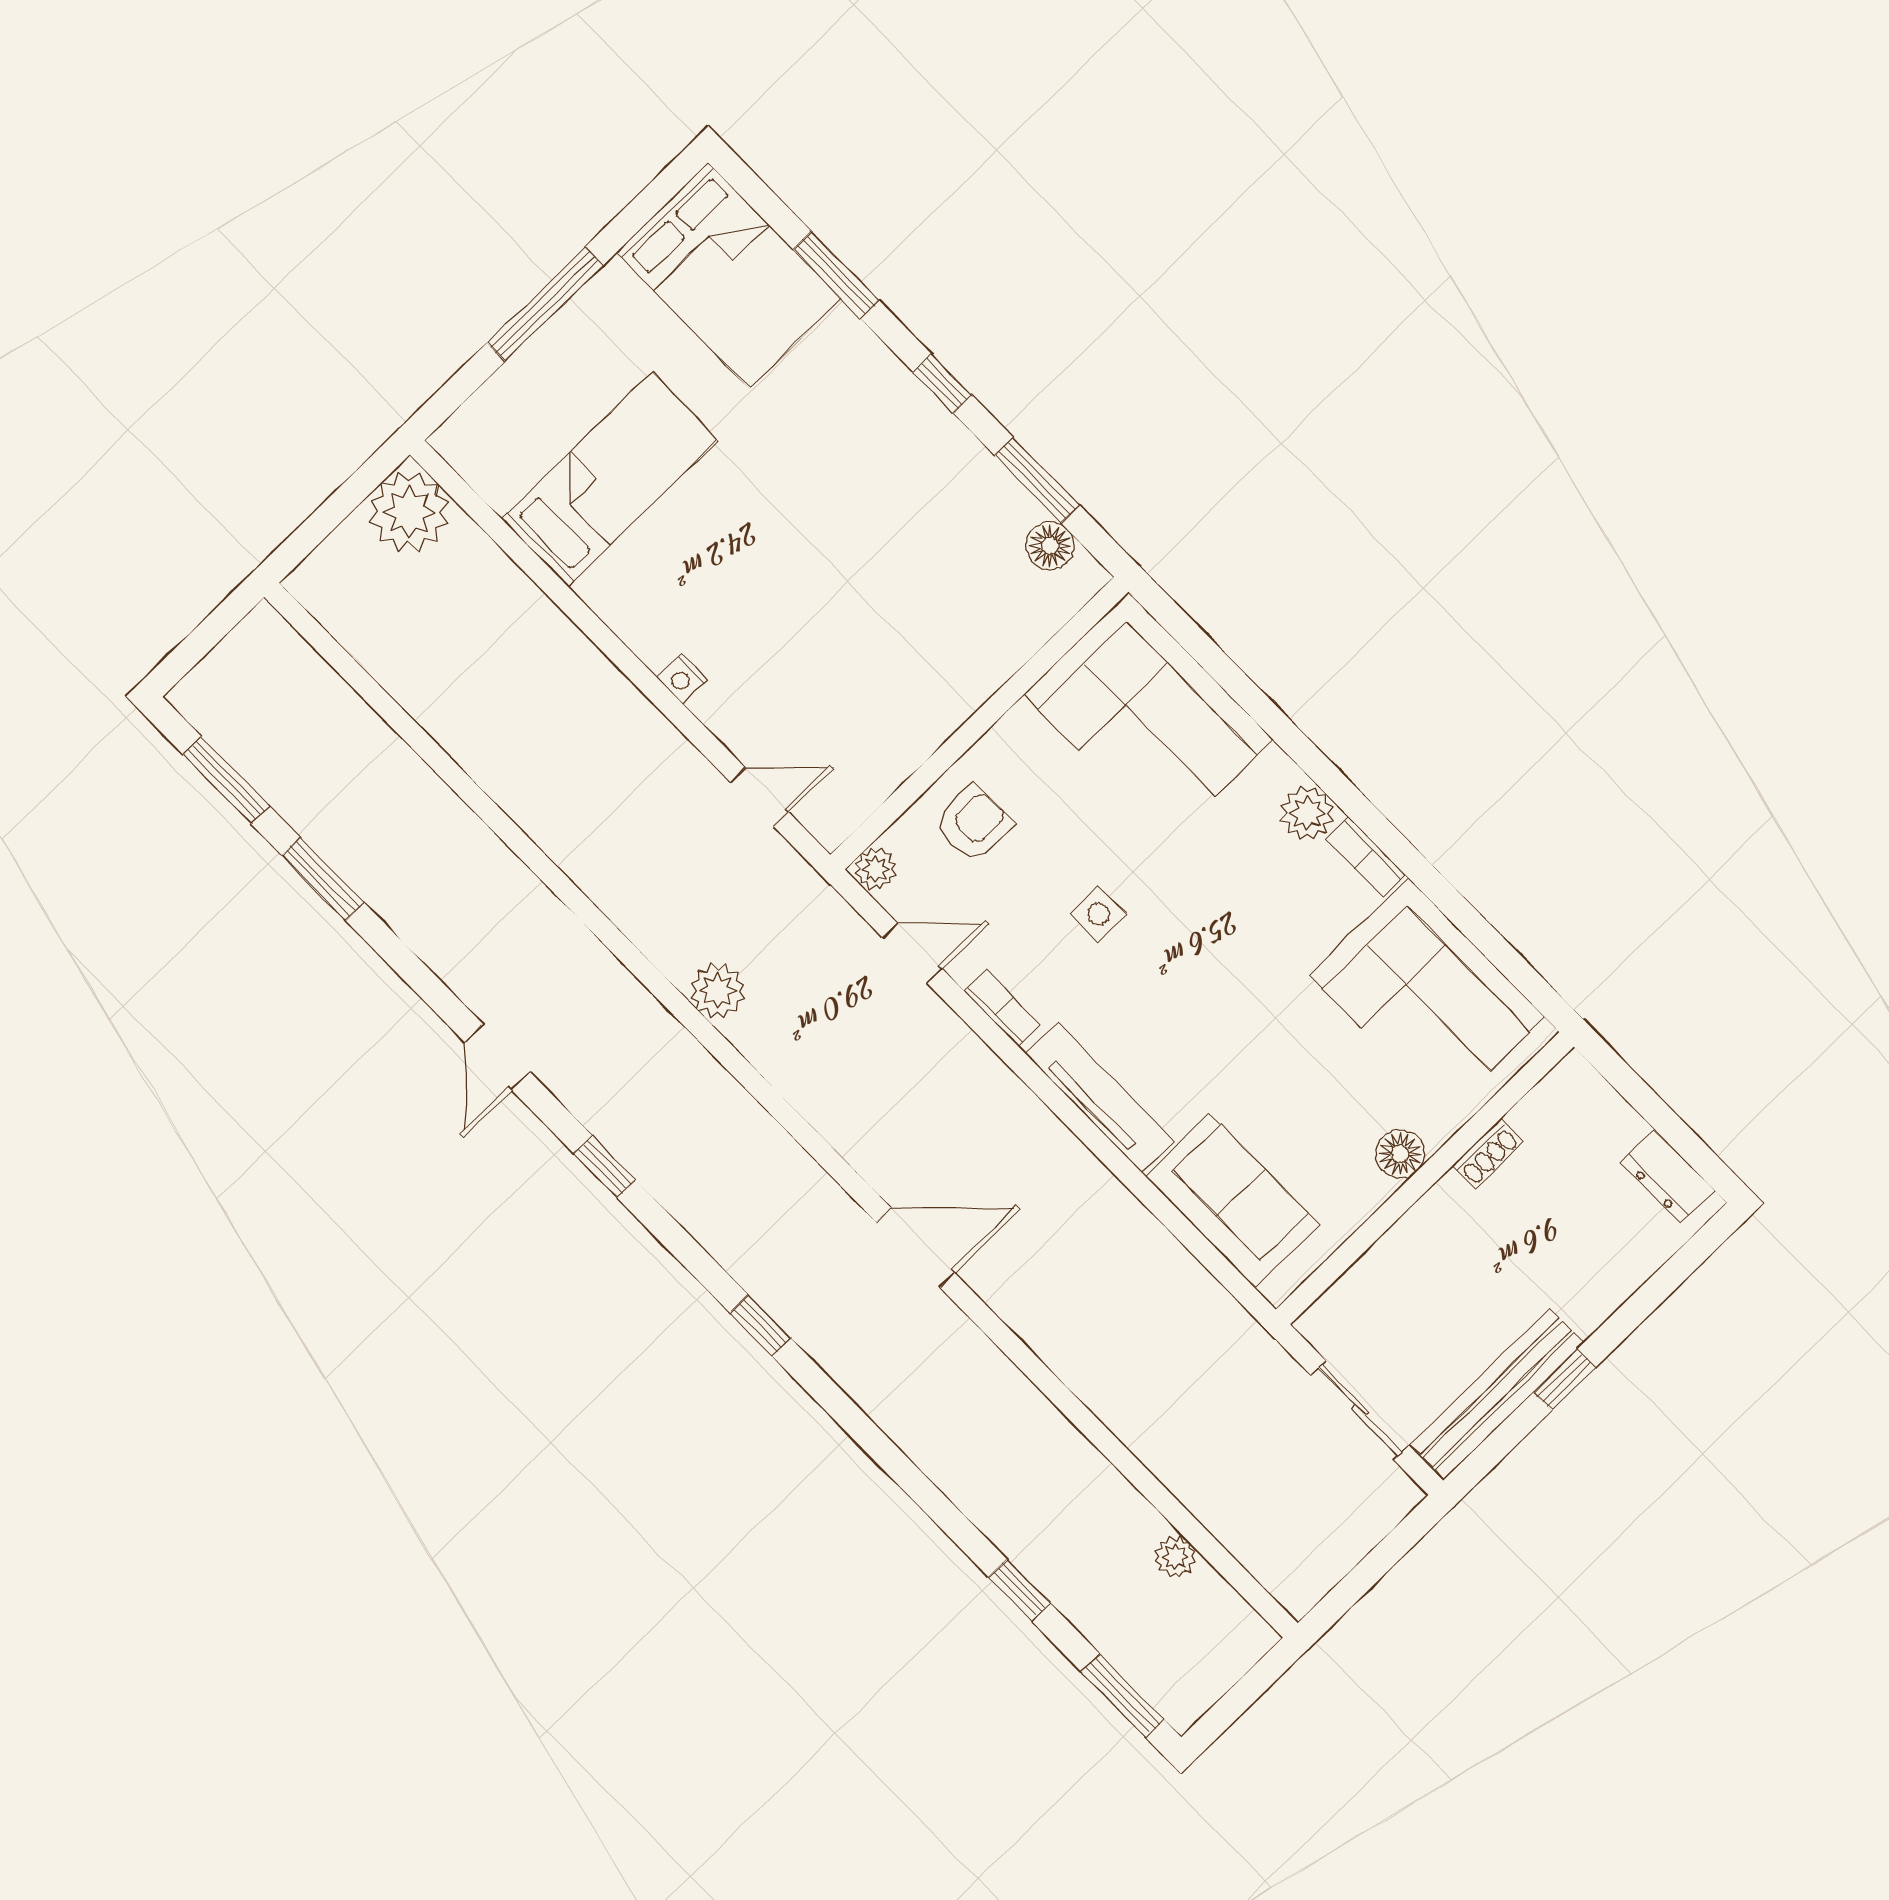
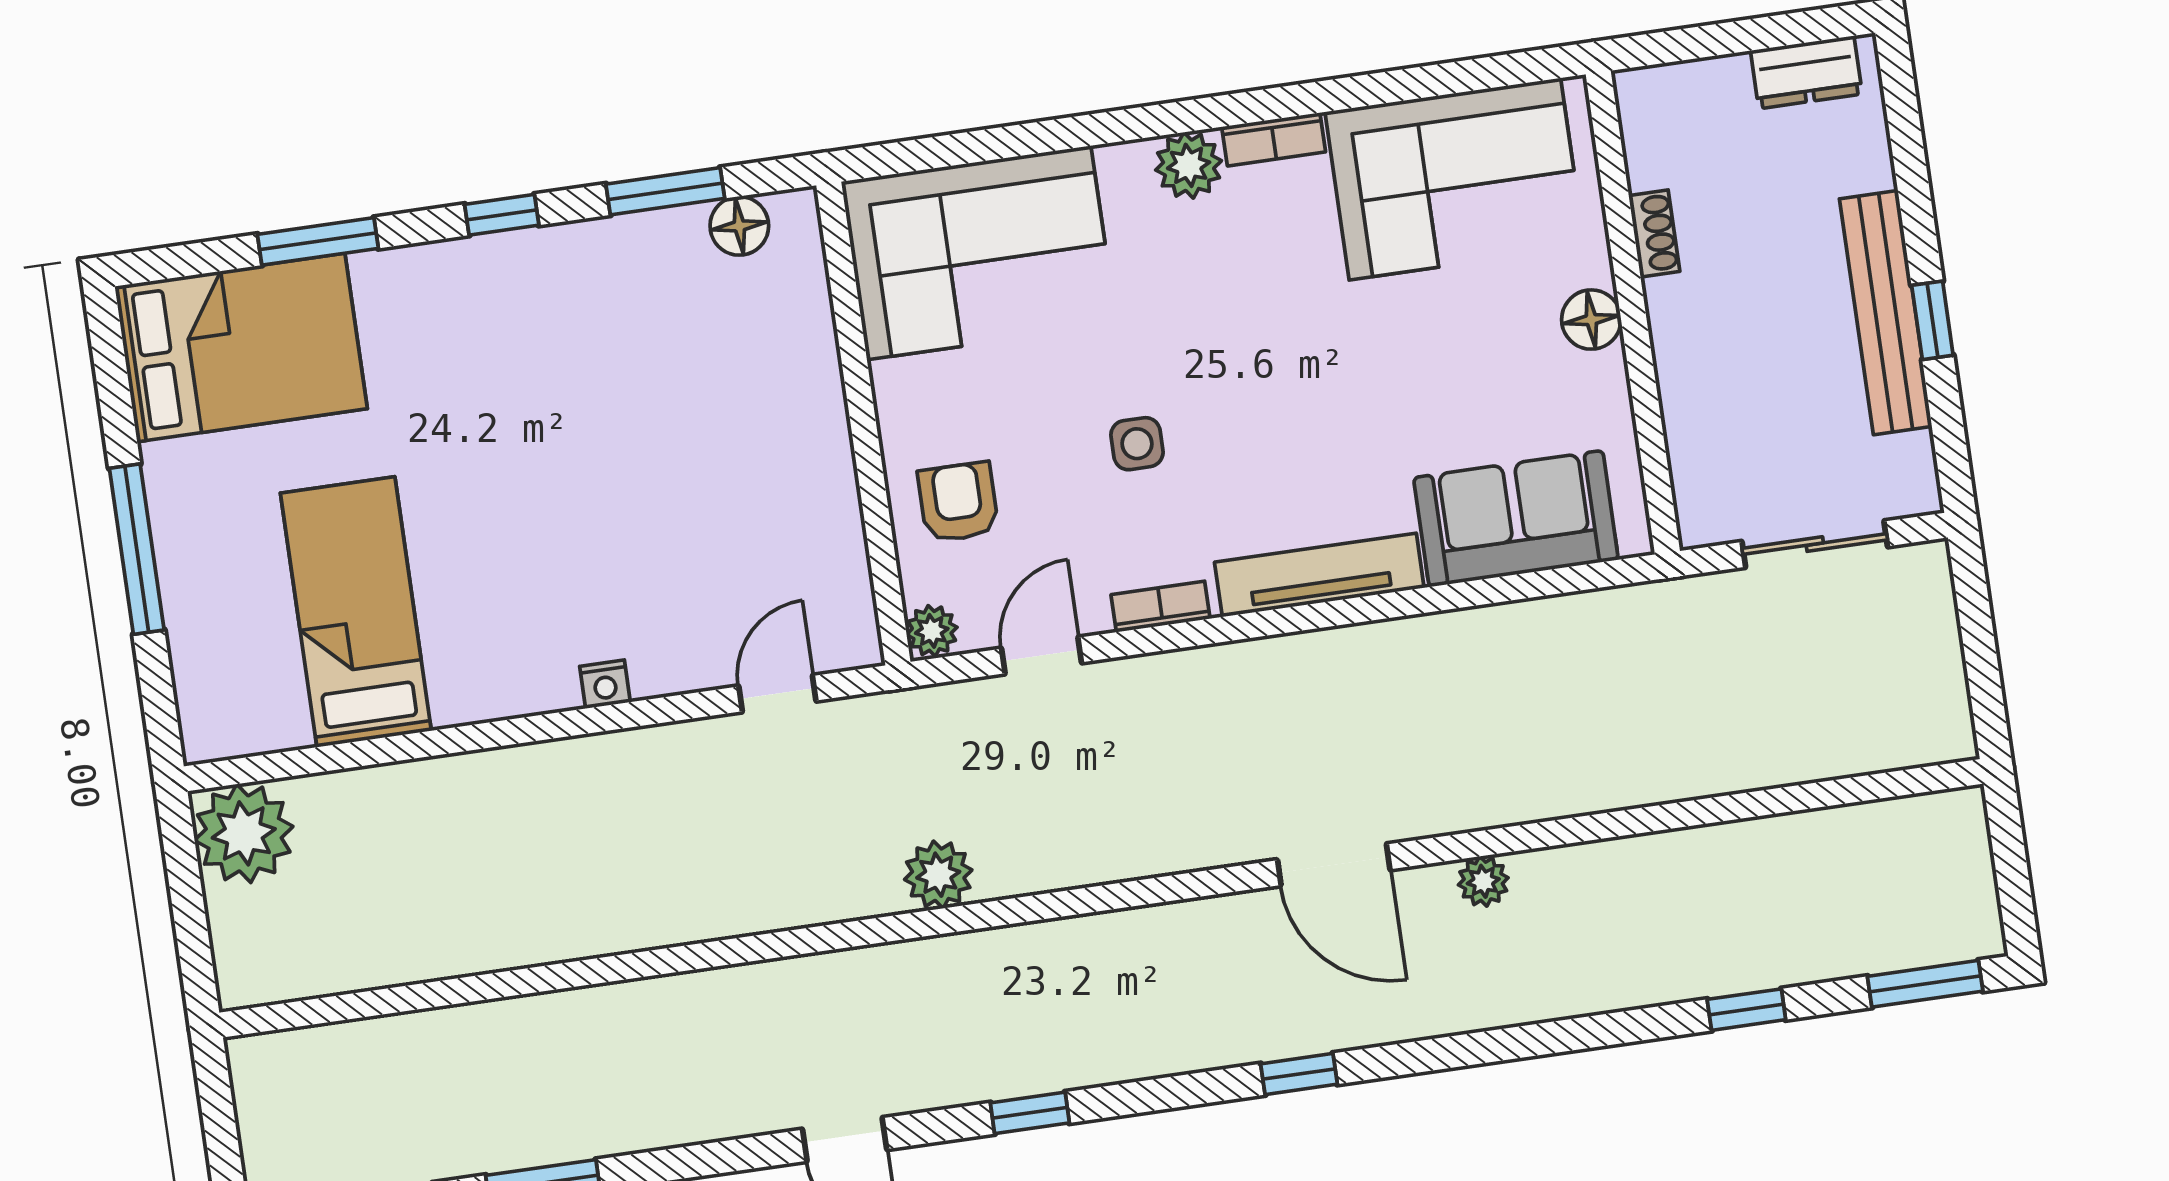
door: (915, 1247) -> (1334, 865), swing flipped
bench: (1497, 1394) -> (1886, 313), moved
plant: (1175, 1557) -> (1483, 881), moved

